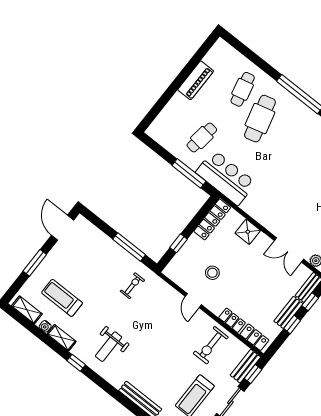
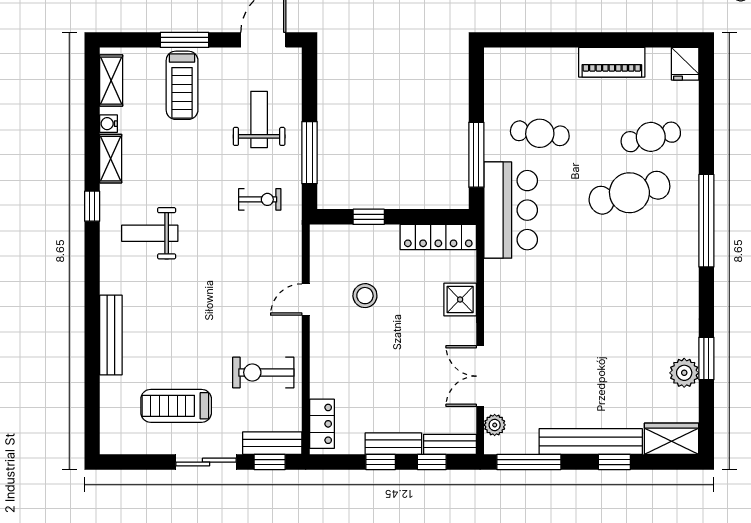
fridge: (222, 48) -> (685, 64), added
weight bench: (97, 258) -> (259, 120), added
treadmill: (62, 298) -> (182, 85), moved, turned 180
locker: (232, 320) -> (321, 375), removed

